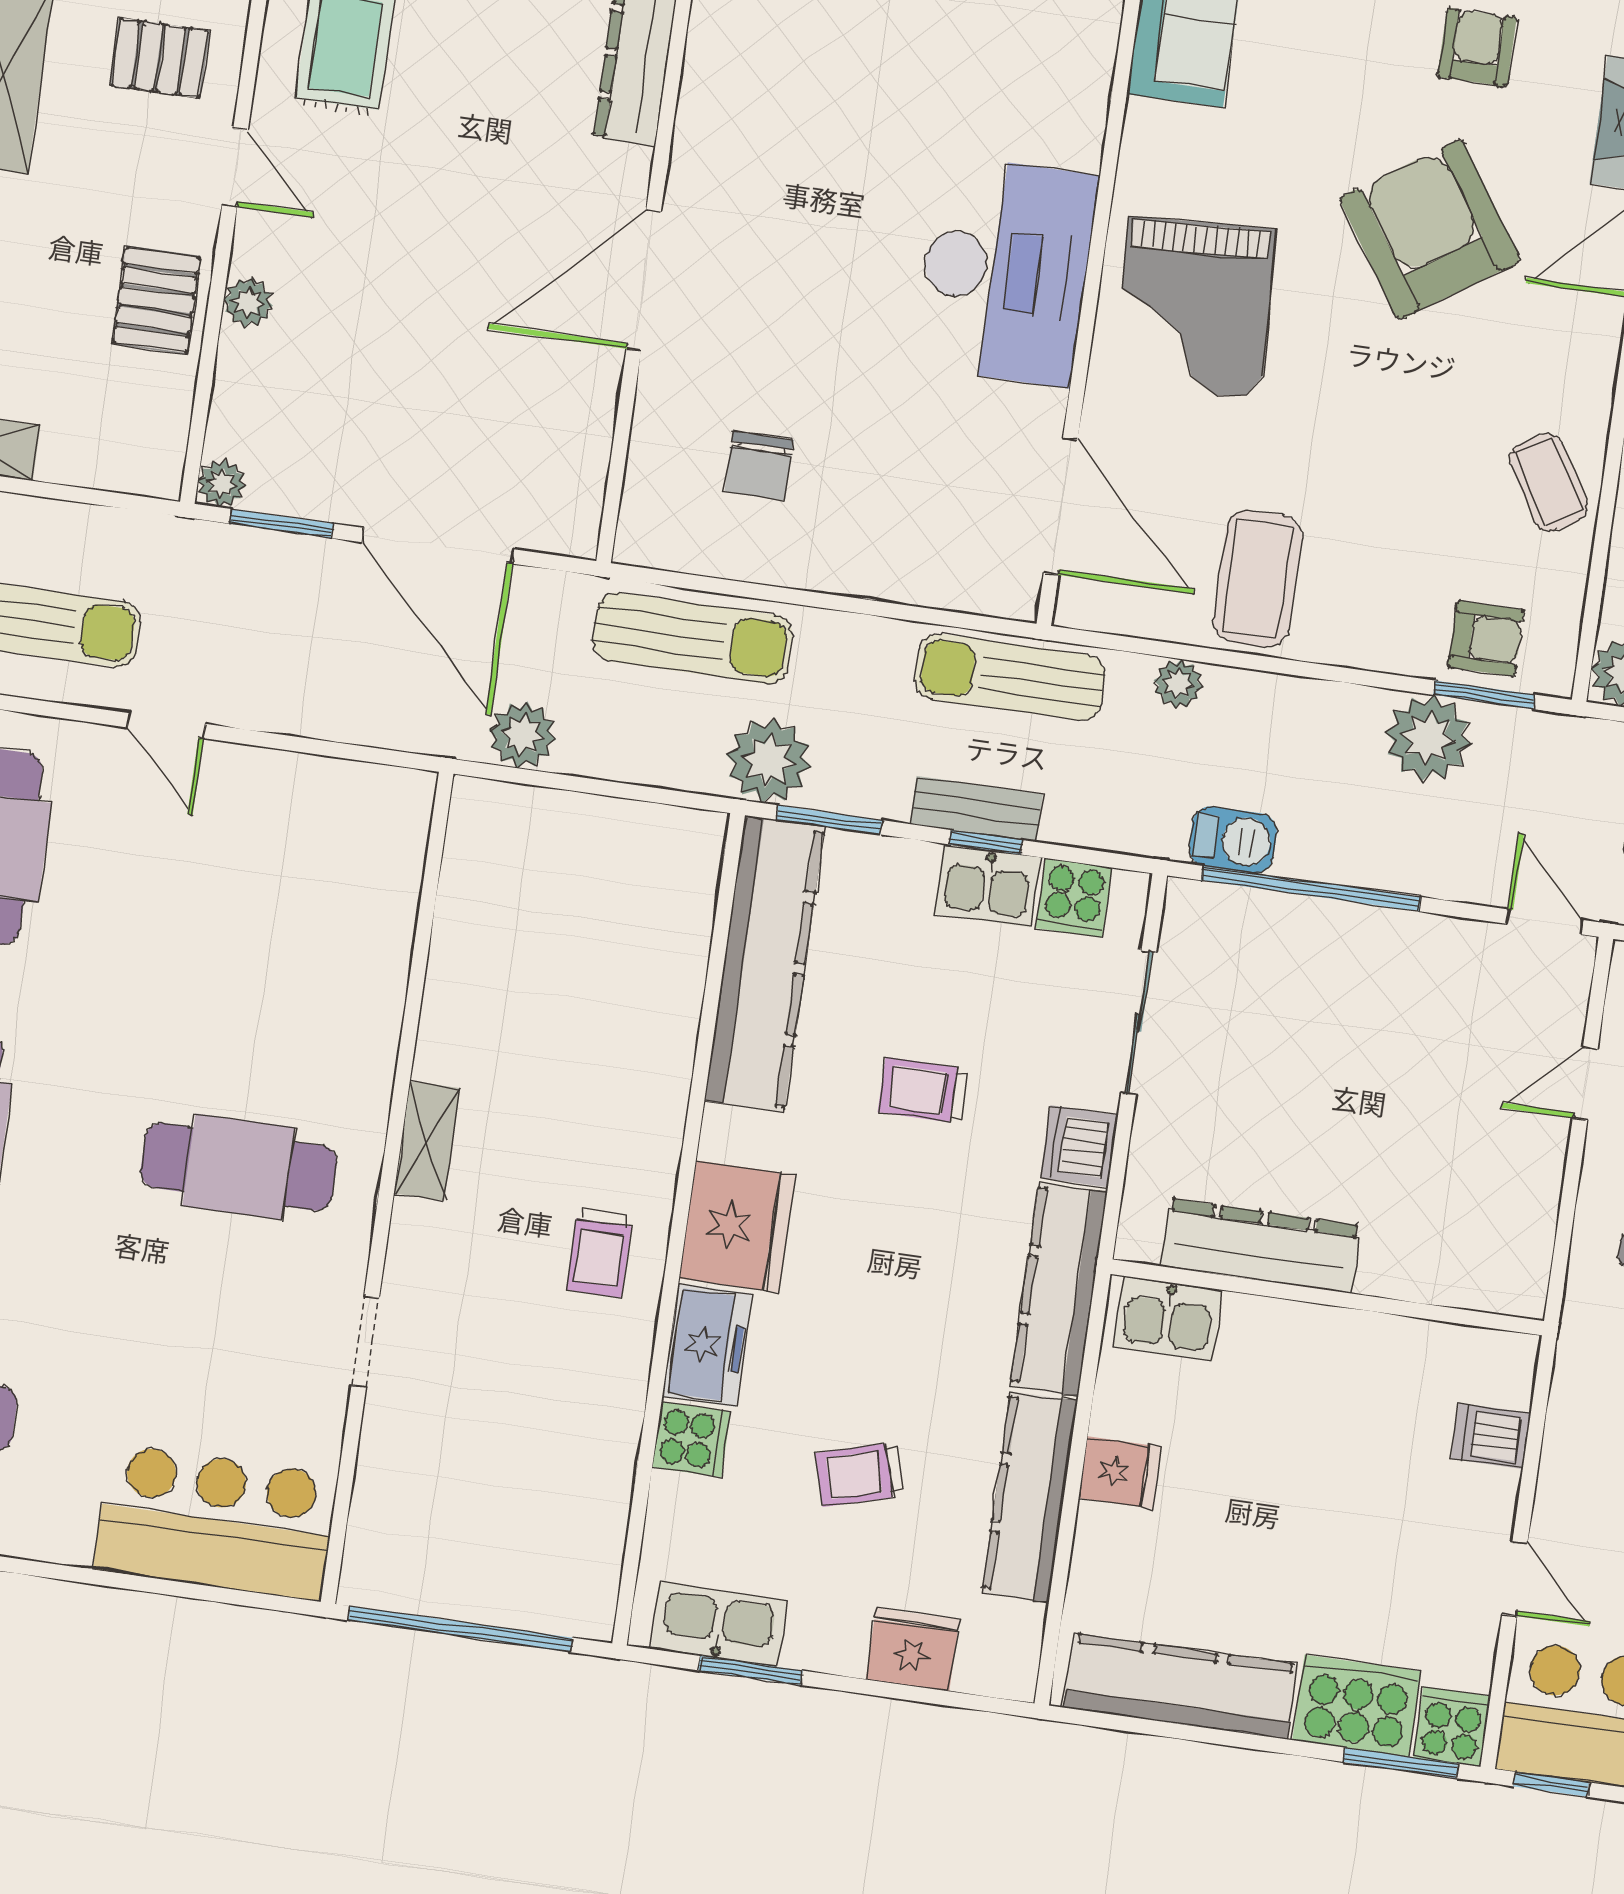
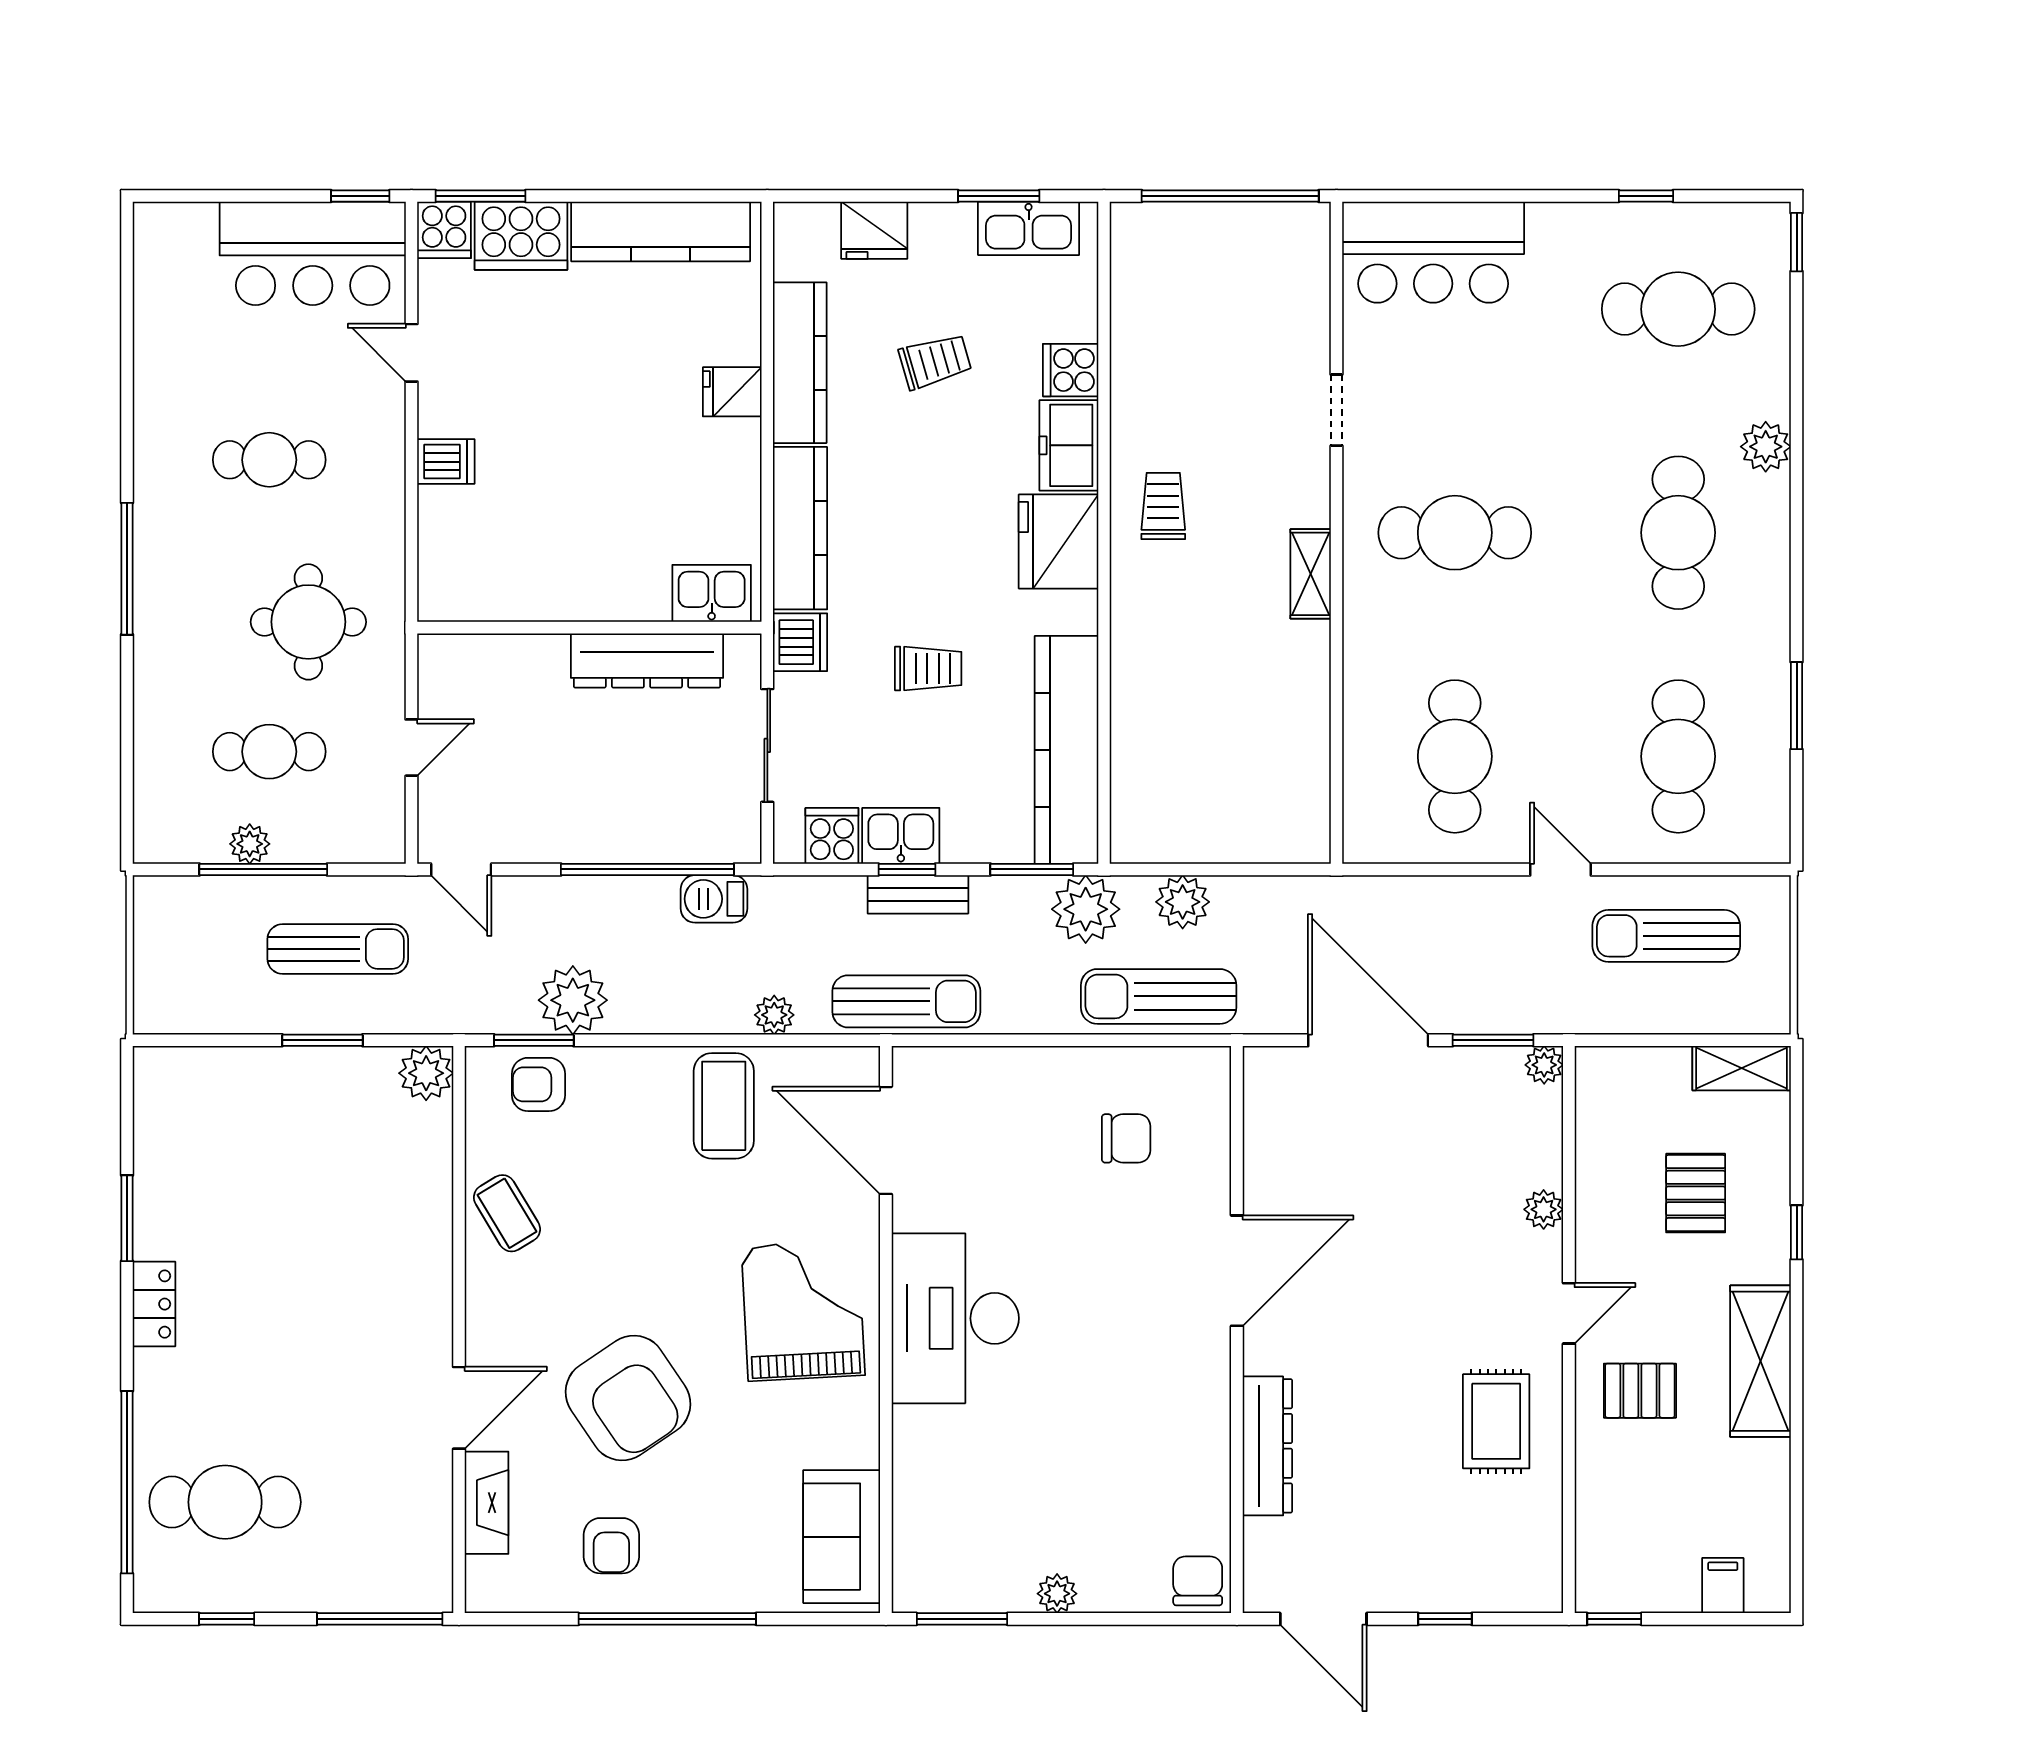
door: (235, 168) -> (1569, 1313), swing flipped
pallet: (156, 300) -> (1696, 1193), moved
chair: (759, 466) -> (1126, 1138), turned 90
plant: (523, 735) -> (1183, 902), moved
cafe table: (279, 886) -> (1455, 756), added
dresser: (1261, 1246) -> (647, 660), moved
wall: (1327, 1297) -> (589, 628), moved
kitchen sink: (1168, 1318) -> (712, 593), moved

